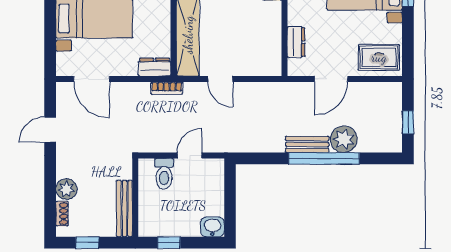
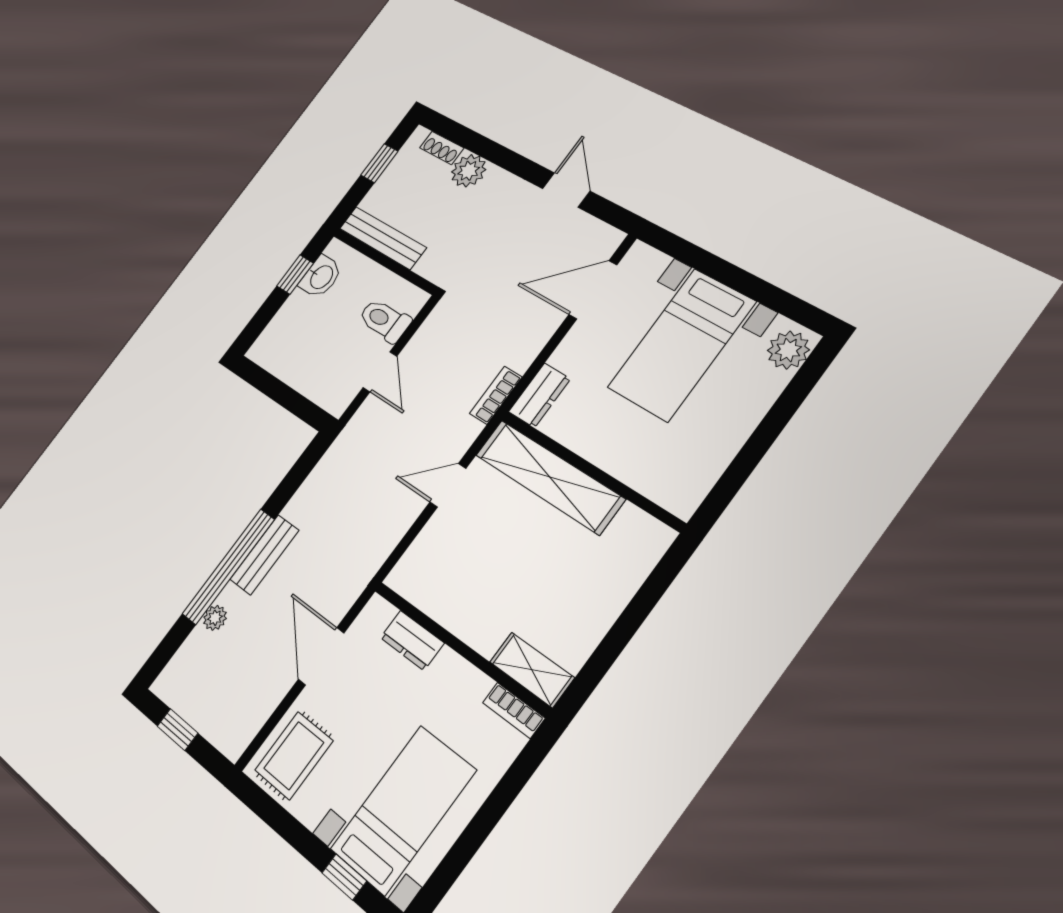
plant: (344, 139) -> (215, 618), width x0.53, depth x0.53
washbasin: (212, 227) -> (321, 277), moved

